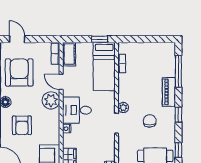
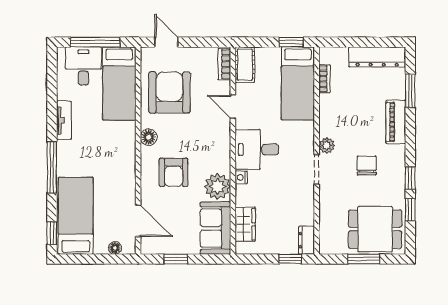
dresser: (157, 49) -> (377, 57), added
window: (178, 71) -> (410, 91), width x0.69
plant: (51, 100) -> (218, 186), moved
window: (178, 114) -> (410, 178), moved

